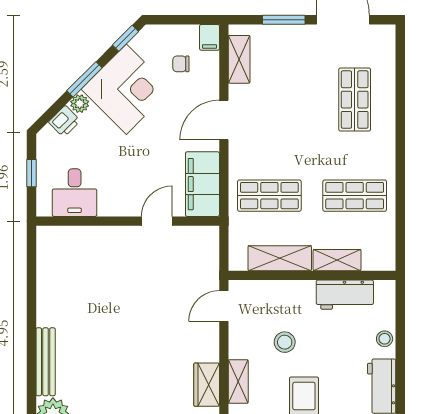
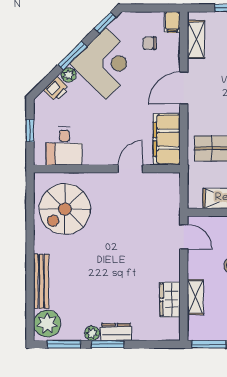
spiral stairs: (75, 271) -> (65, 209), added
door: (224, 306) -> (184, 237), swing flipped

